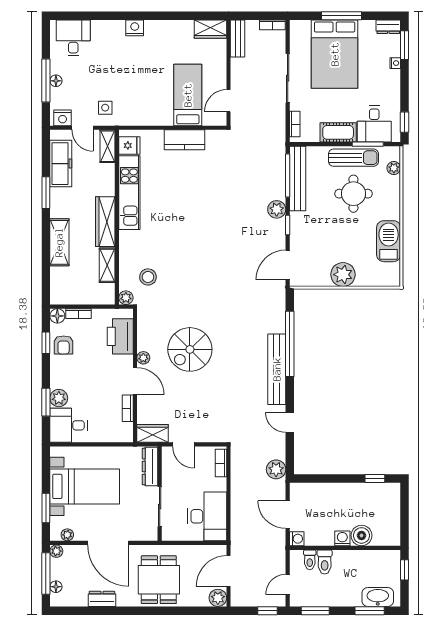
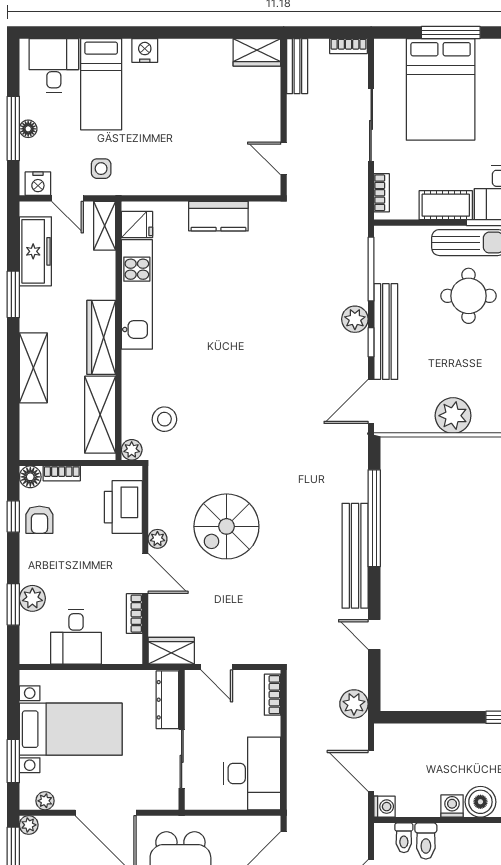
bed: (188, 95) -> (101, 84), moved, turned 180
door: (229, 101) -> (284, 158), hinge flipped
bench: (298, 178) -> (386, 332), moved
shelving: (107, 265) -> (100, 415), width x1.50, depth x1.33
desk: (68, 425) -> (76, 637), moved, turned -90

